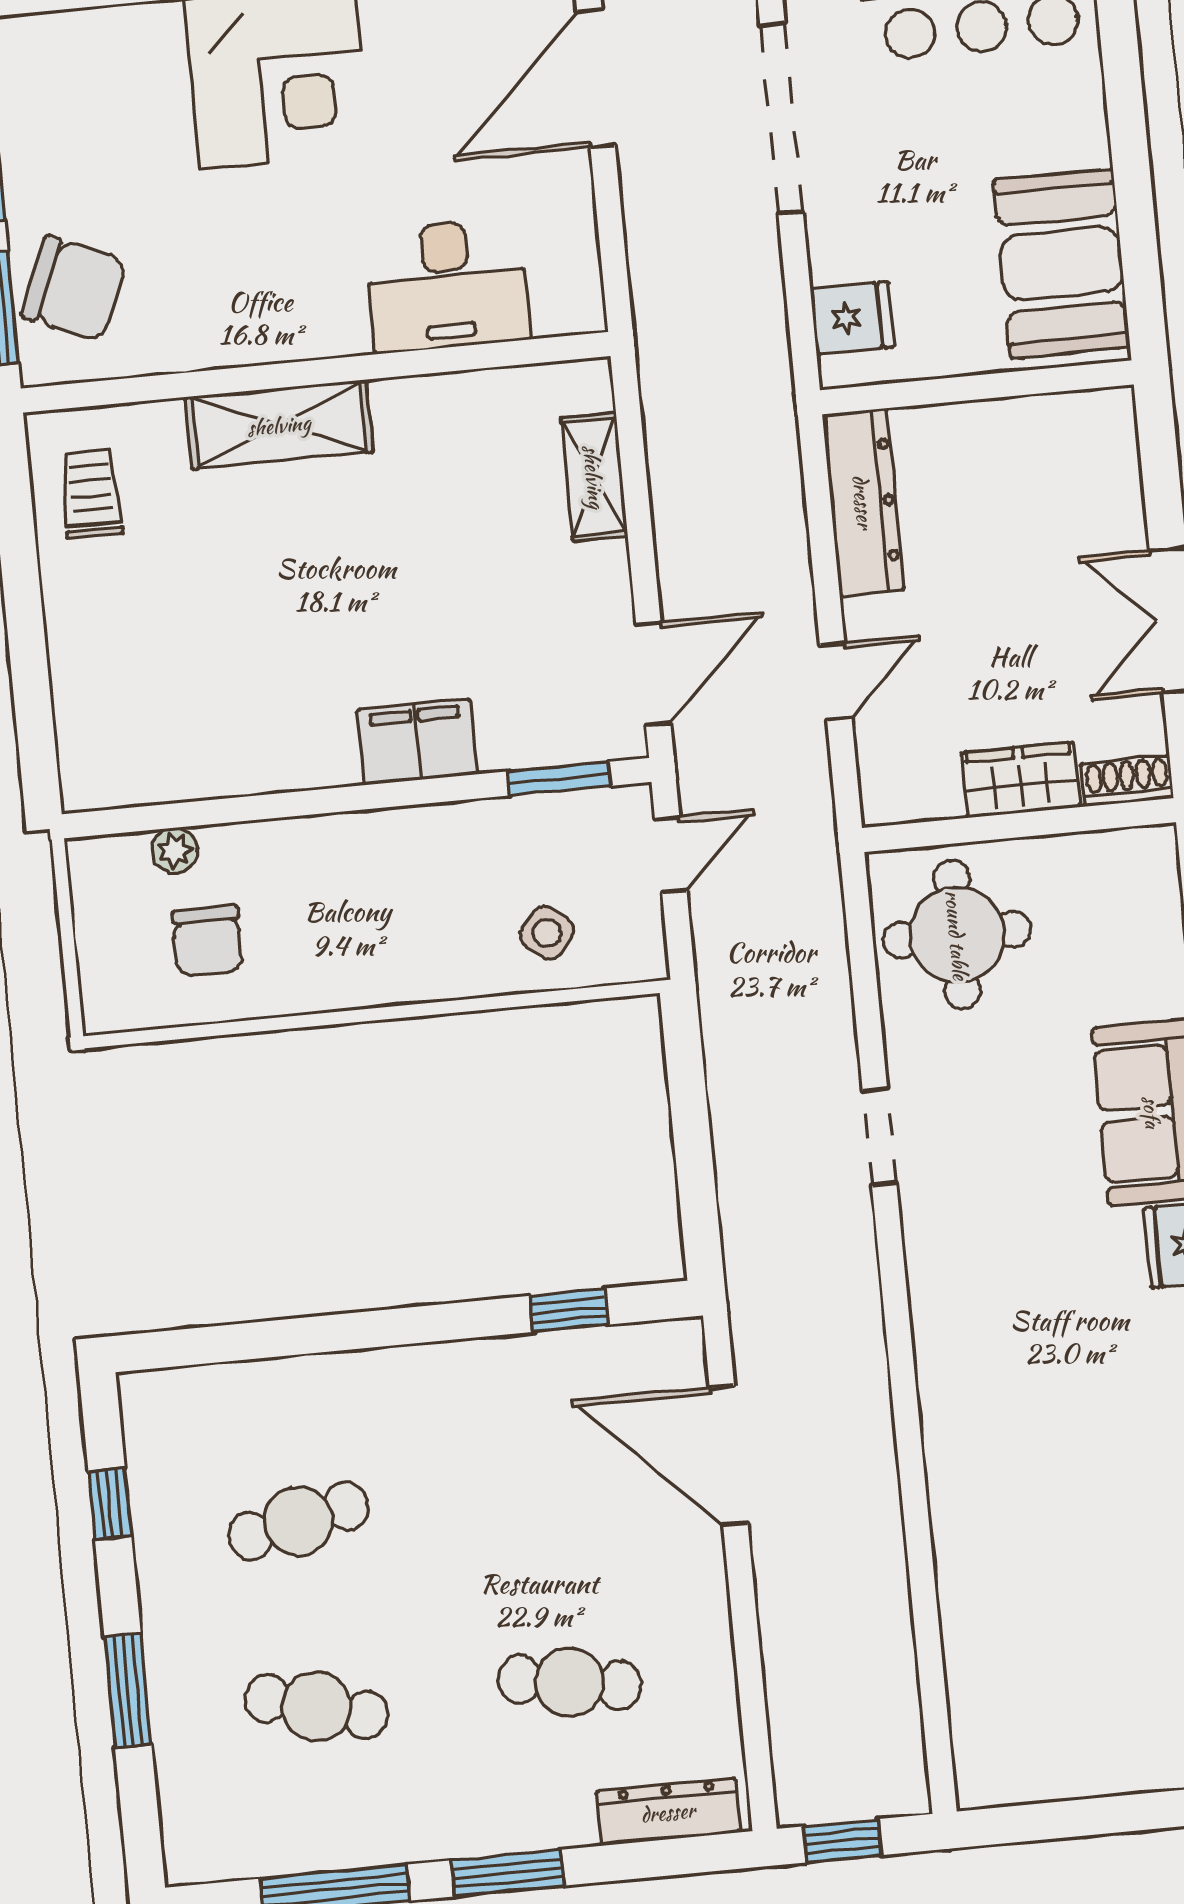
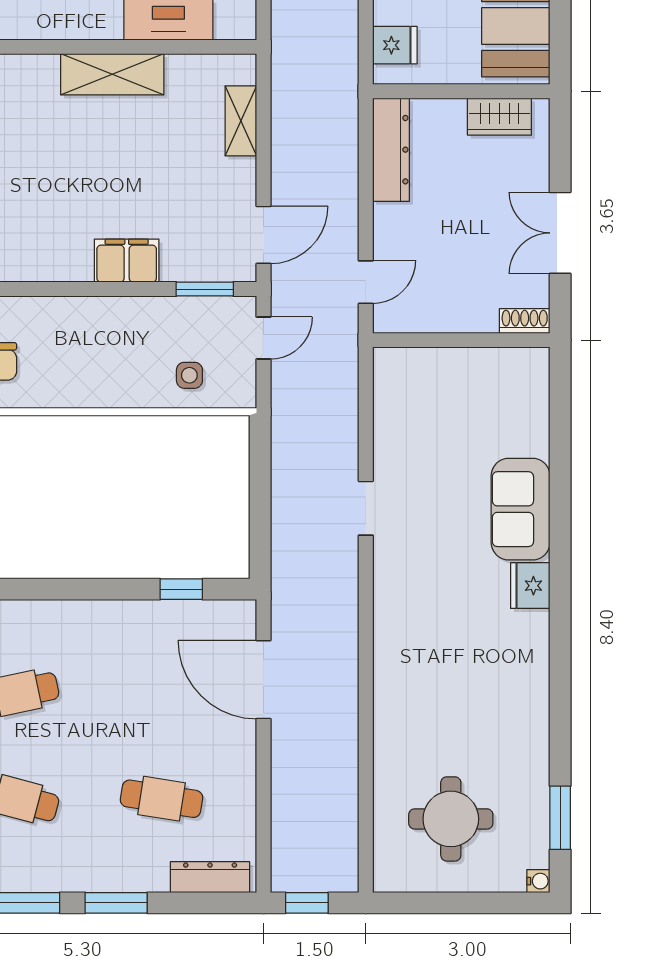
shelving: (279, 425) -> (112, 74), moved
door: (836, 682) -> (366, 282), moved
wardrobe: (1020, 780) -> (499, 117), moved, turned 180
side table: (547, 933) -> (189, 375), turned -38
round table: (957, 935) -> (451, 819), moved

